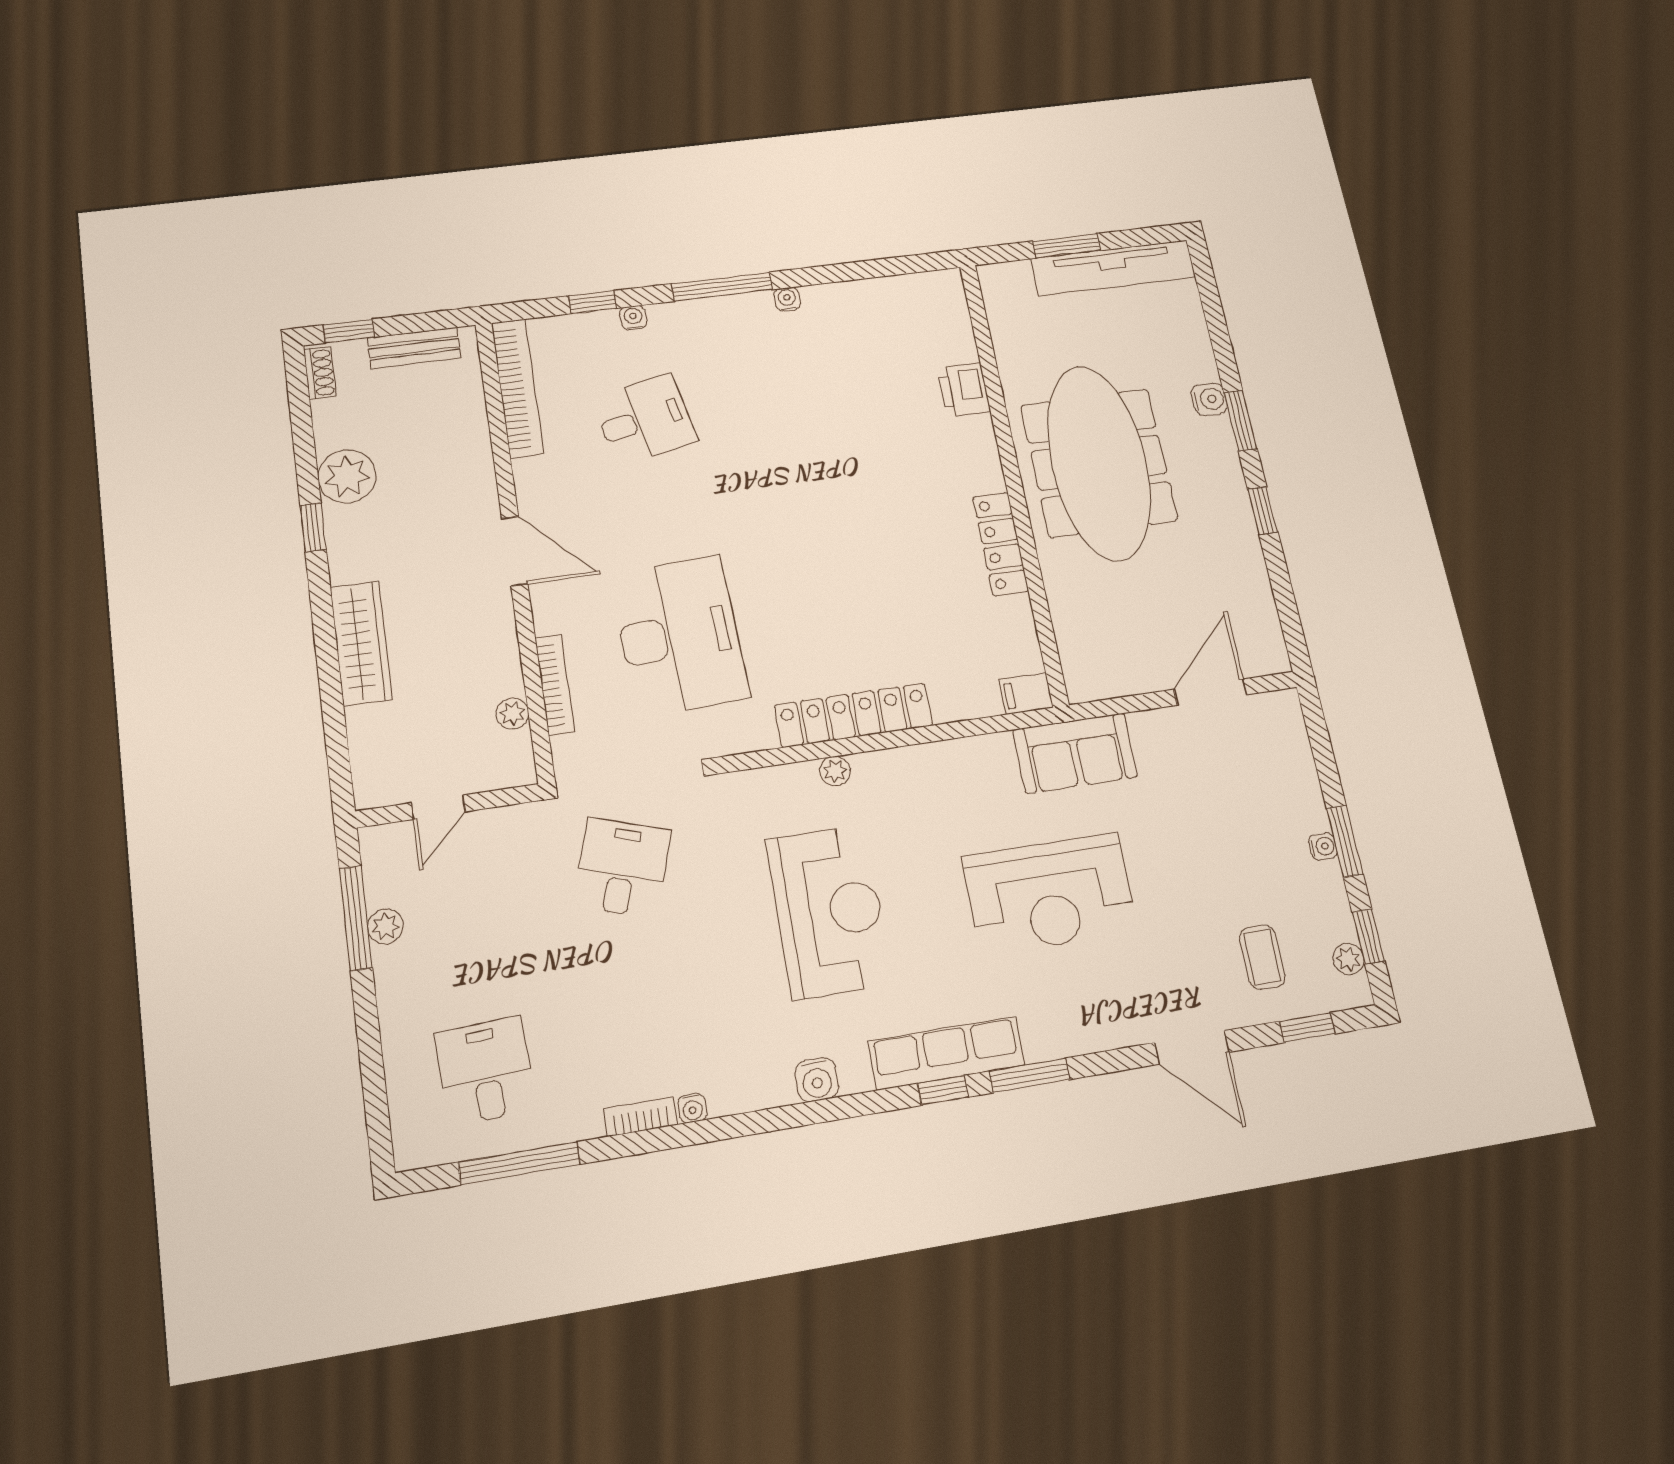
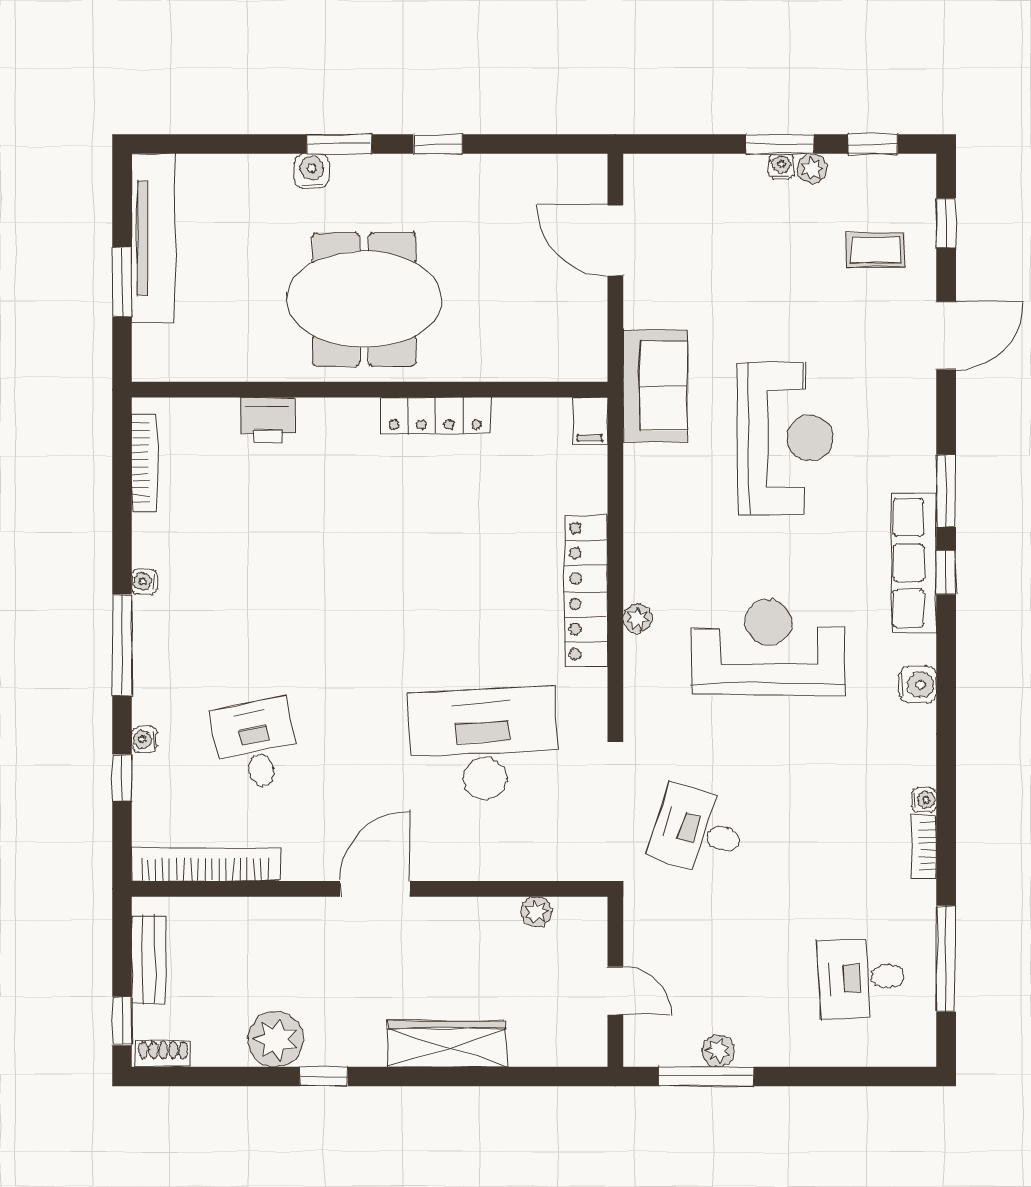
meeting table: (1099, 463) -> (364, 299), width x0.73
bookcase: (555, 685) -> (144, 463), moved, turned 90
plant: (1348, 959) -> (812, 168), moved

